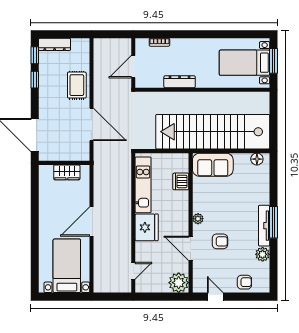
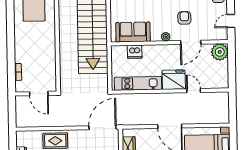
dresser: (180, 82) -> (51, 54), removed
door: (91, 124) -> (103, 127), moved
sofa: (213, 165) -> (133, 32), moved, turned -90
door: (133, 271) -> (194, 91), moved

